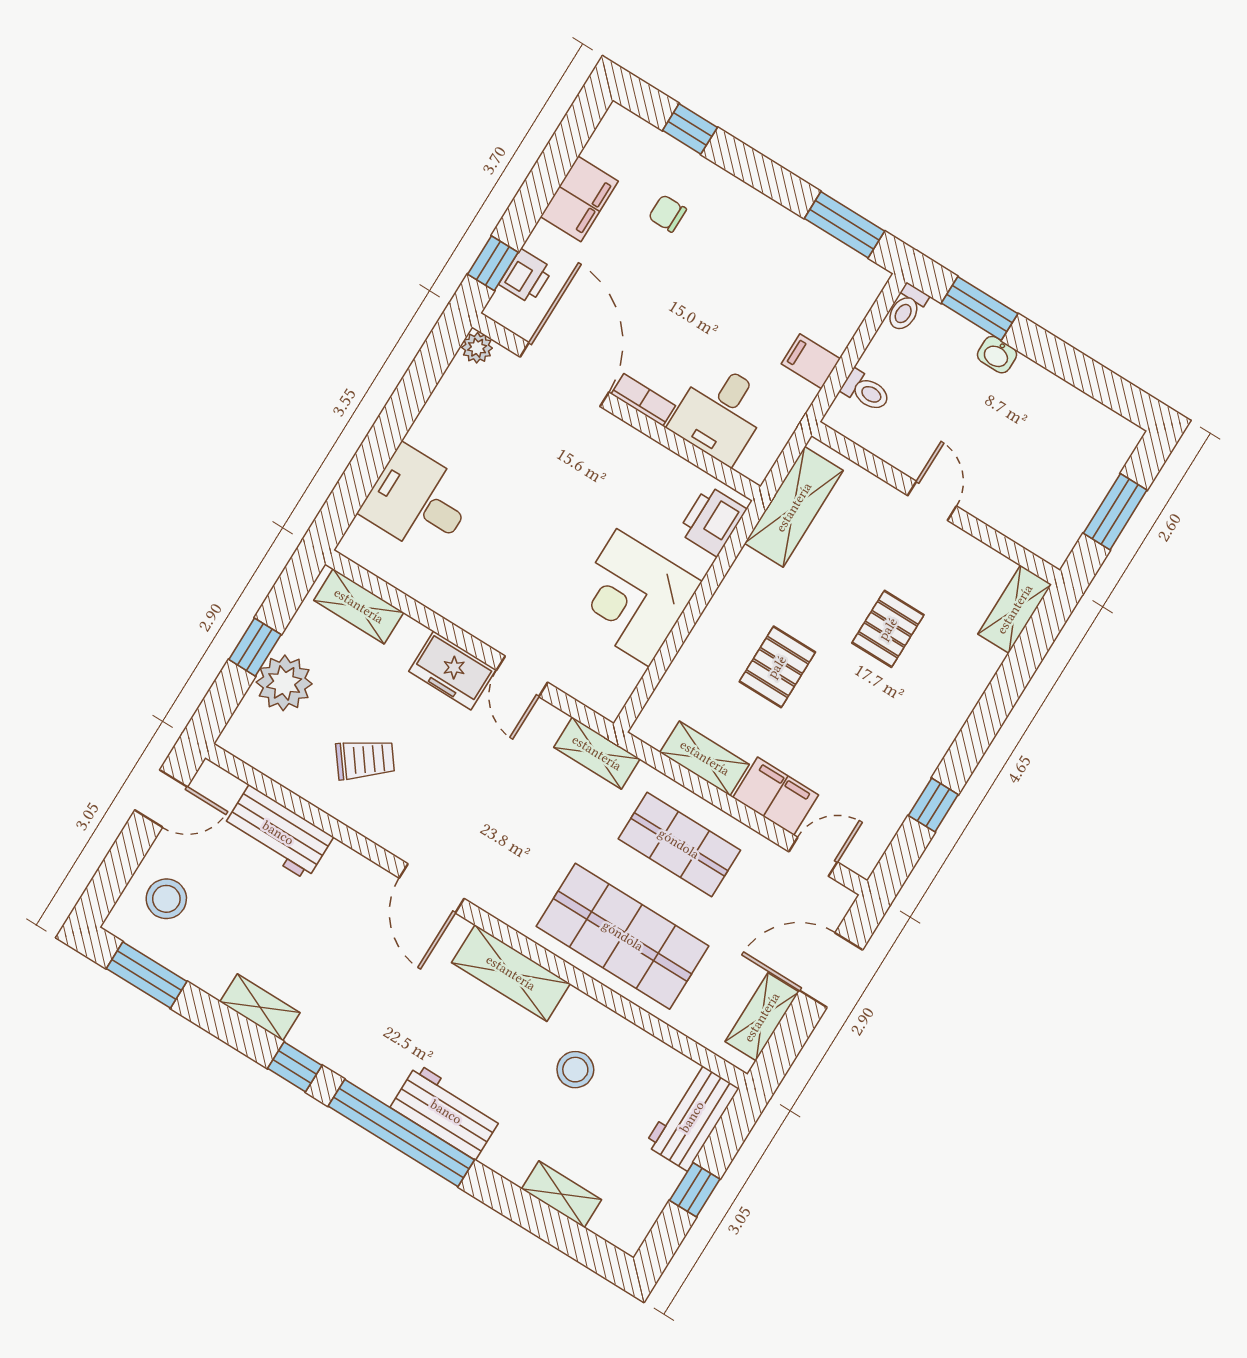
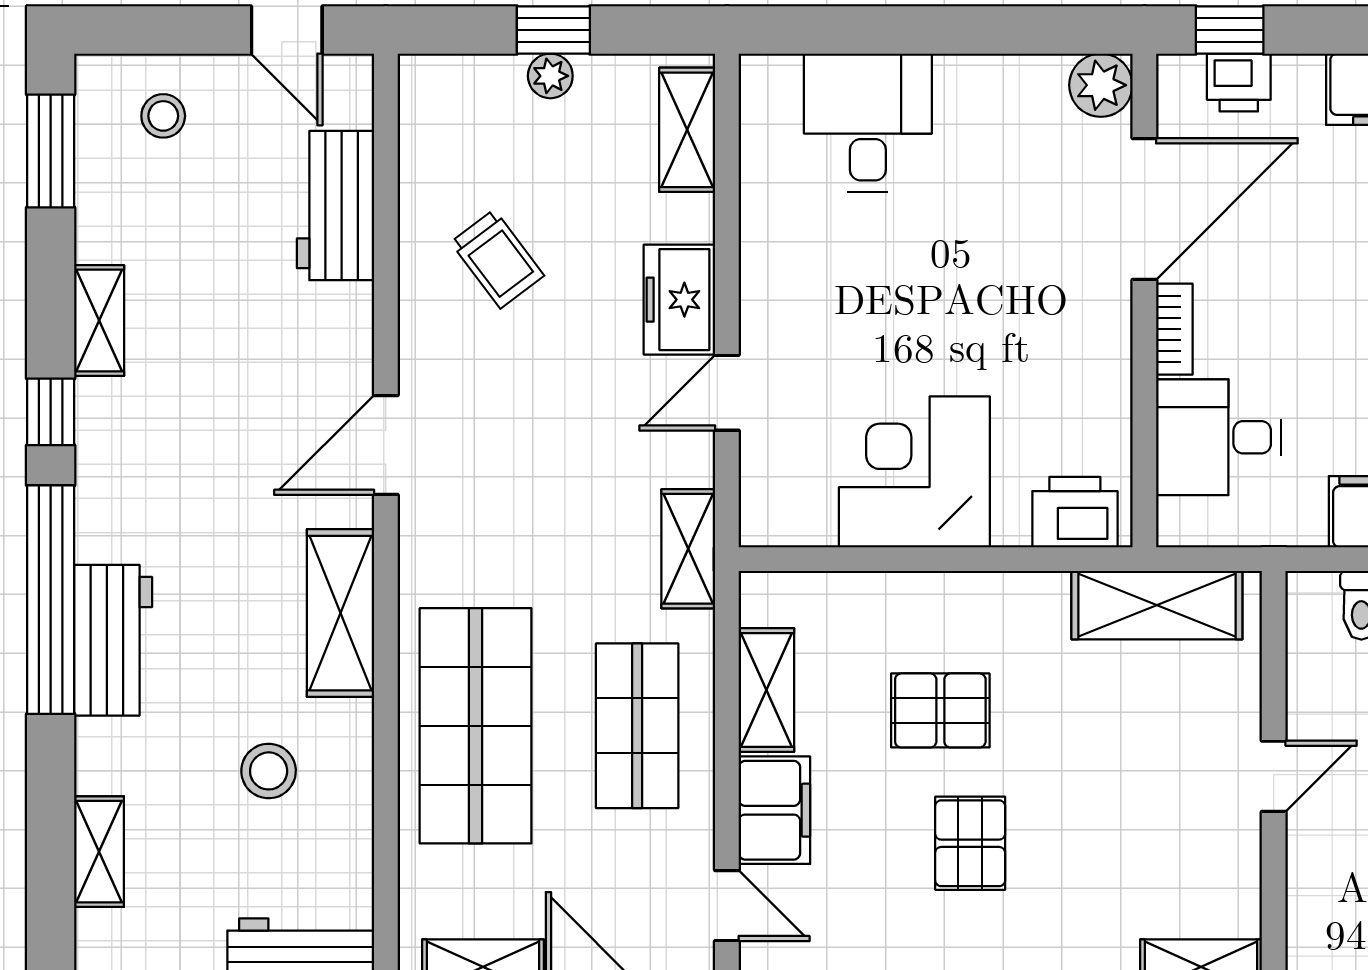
plant: (477, 348) -> (1101, 85), width x1.38, depth x1.38
pallet: (888, 629) -> (970, 843), moved, turned 90
plant: (284, 683) -> (550, 76), width x0.53, depth x0.53
stool: (166, 899) -> (163, 116), width x0.73, depth x0.73

